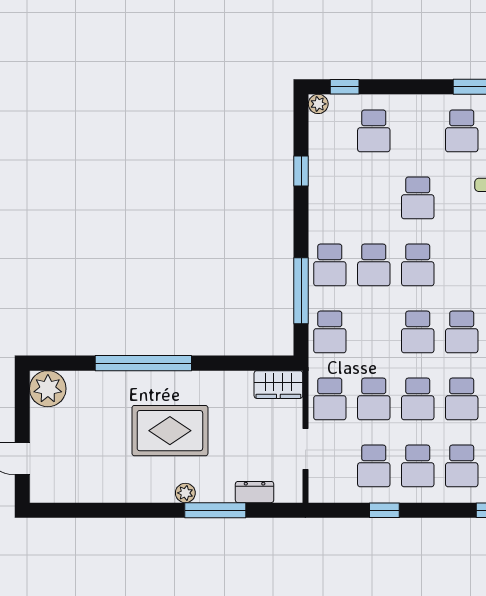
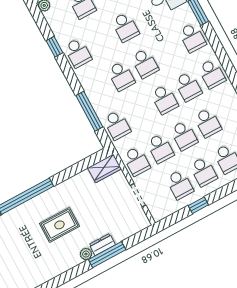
school desk: (330, 265) -> (78, 53), moved
rug: (170, 431) -> (59, 225), width x0.73, depth x0.70
dresser: (255, 492) -> (102, 245), moved

